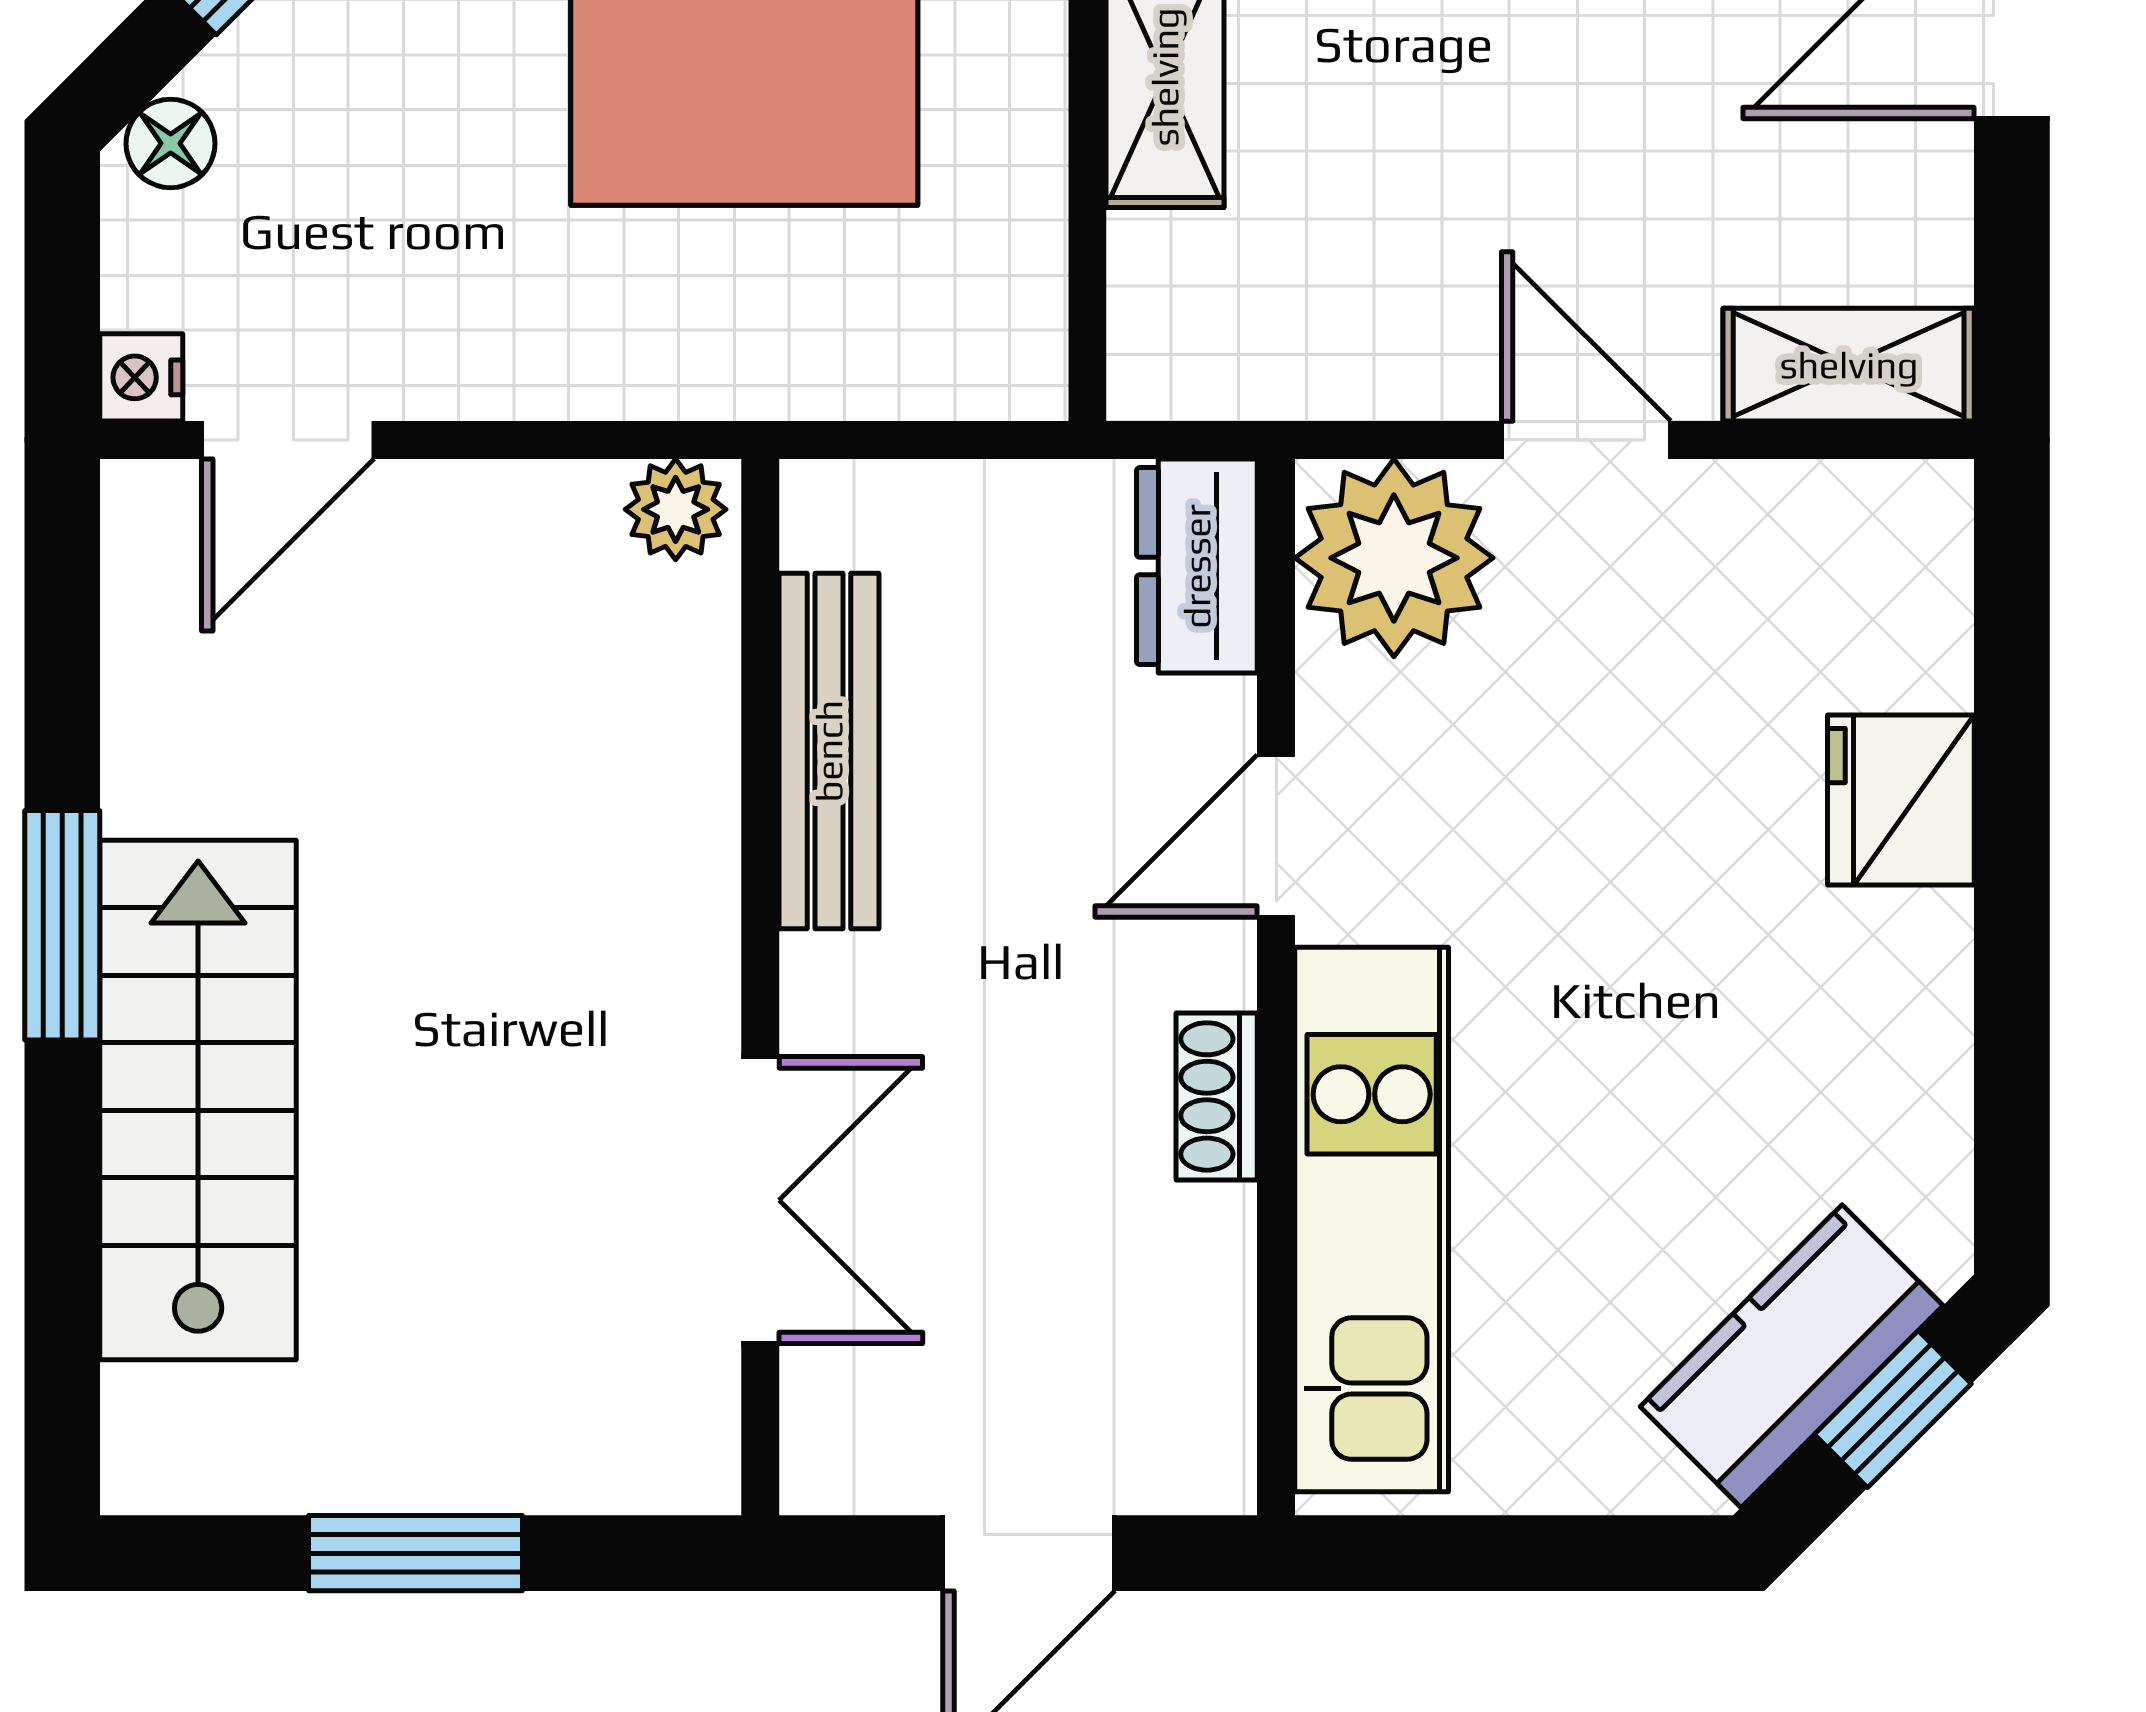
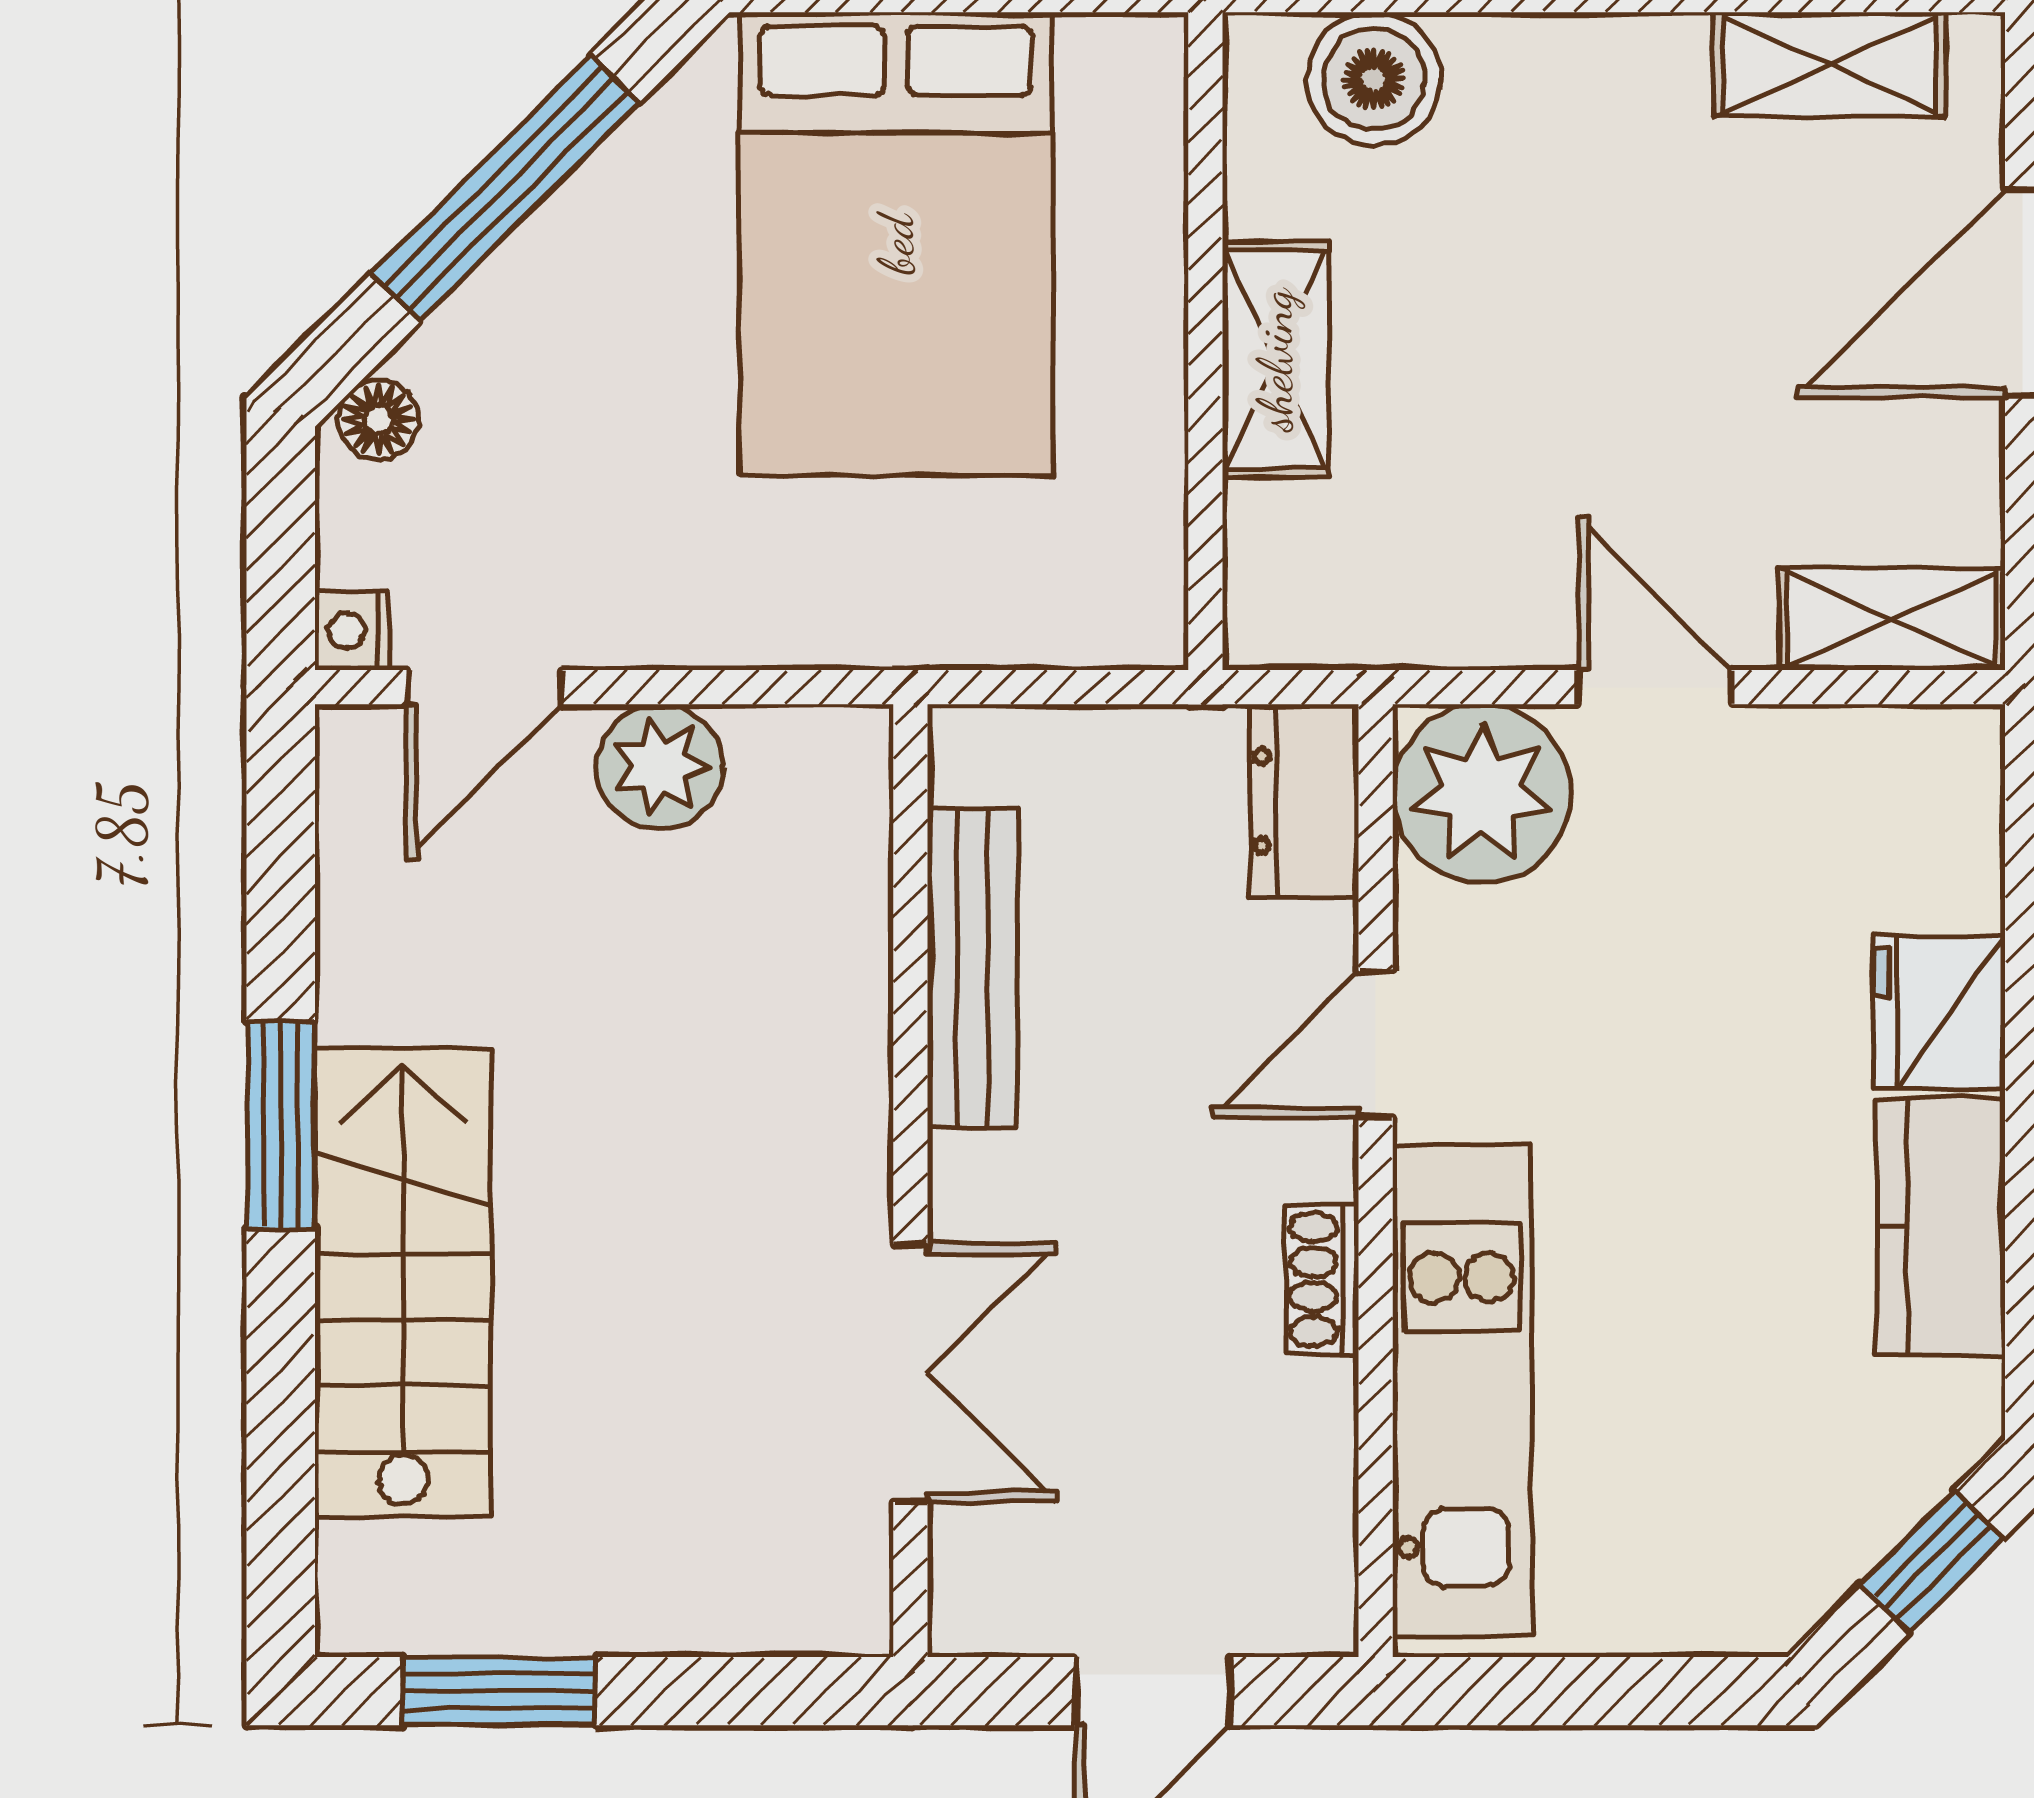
plant: (676, 509) -> (660, 767), moved, width x1.38, depth x1.38
kitchen counter: (1792, 1356) -> (1941, 1227), moved, turned -45
window: (415, 1553) -> (499, 1691), moved

